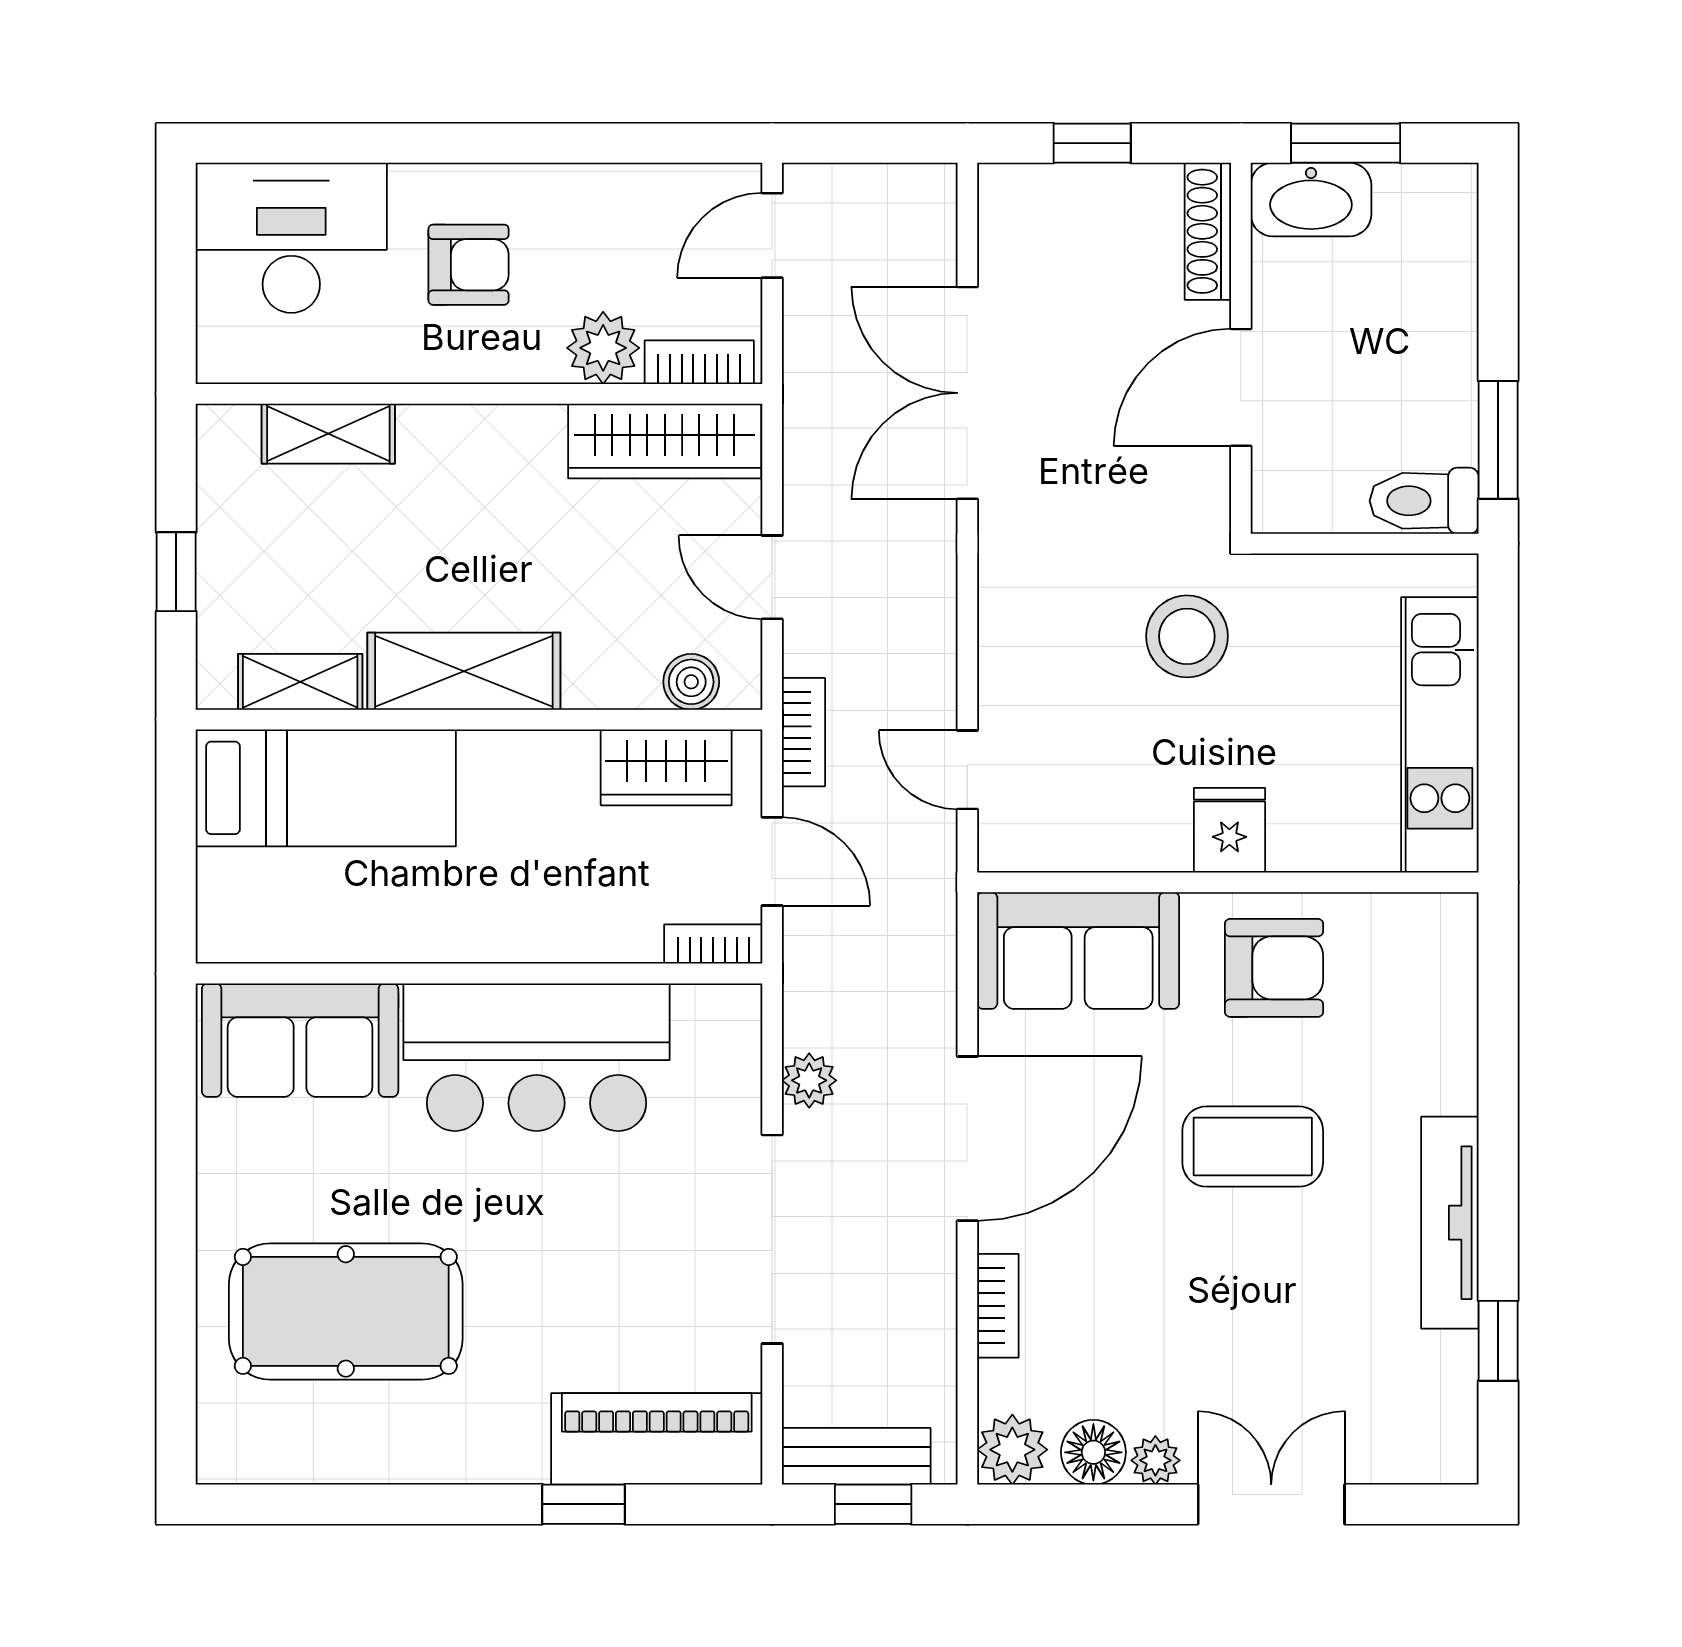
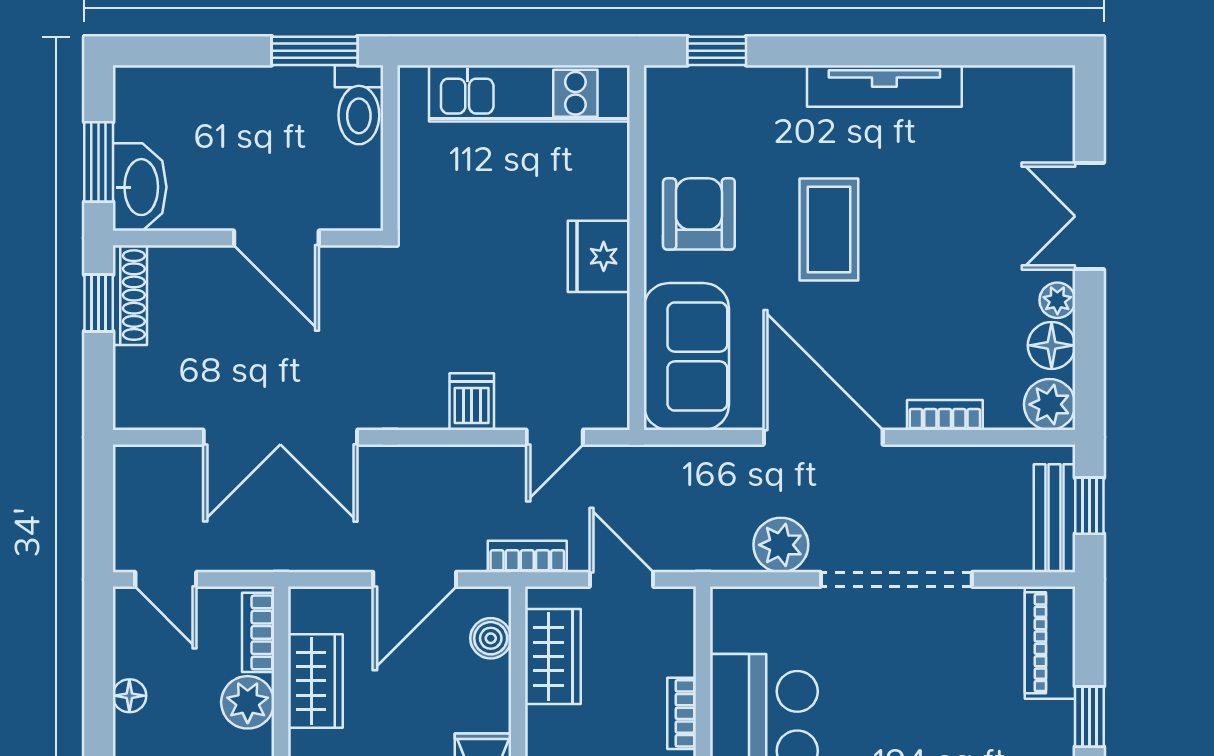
window: (1092, 143) -> (99, 303), moved
floor lamp: (612, 186) -> (129, 696), added
shoe rack: (1208, 231) -> (130, 295), moved, turned -90
wardrobe: (665, 441) -> (315, 681), width x0.67
door: (772, 577) -> (415, 579), width x1.38
stool: (1187, 636) -> (458, 277), removed
dishwasher: (1016, 656) -> (472, 402), added
fridge: (1229, 830) -> (599, 256), width x1.38
door: (772, 861) -> (621, 579), hinge flipped
bookcase: (713, 944) -> (682, 713), moved
plant: (809, 1080) -> (781, 545), width x1.38, depth x1.38
window: (1498, 1341) -> (717, 51), moved
piano: (657, 1439) -> (1050, 643), width x0.73, depth x0.75

